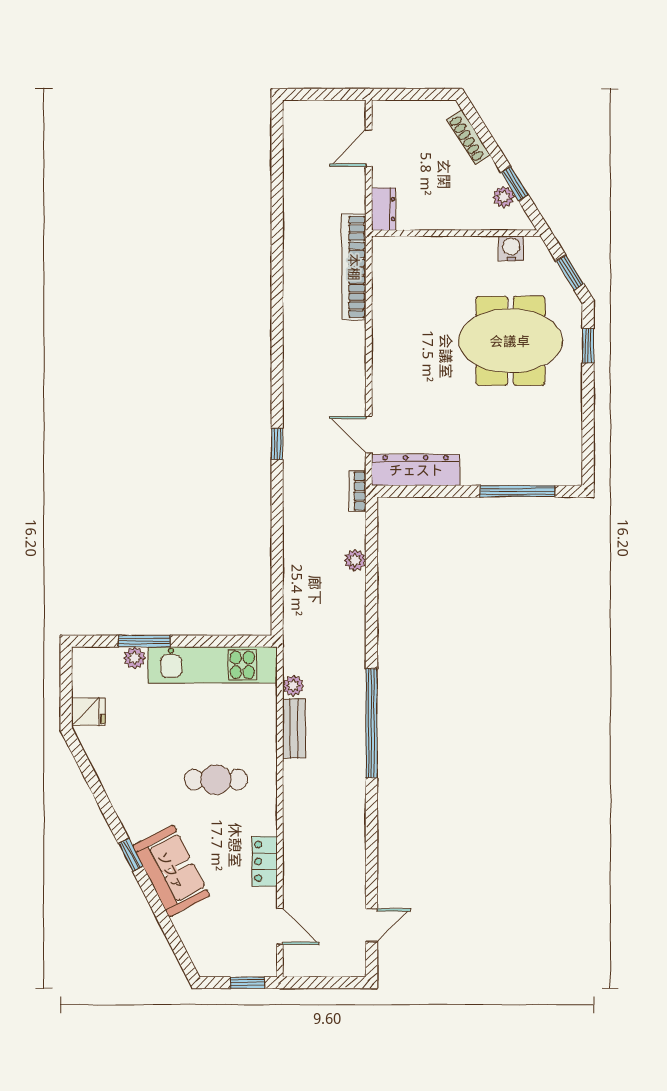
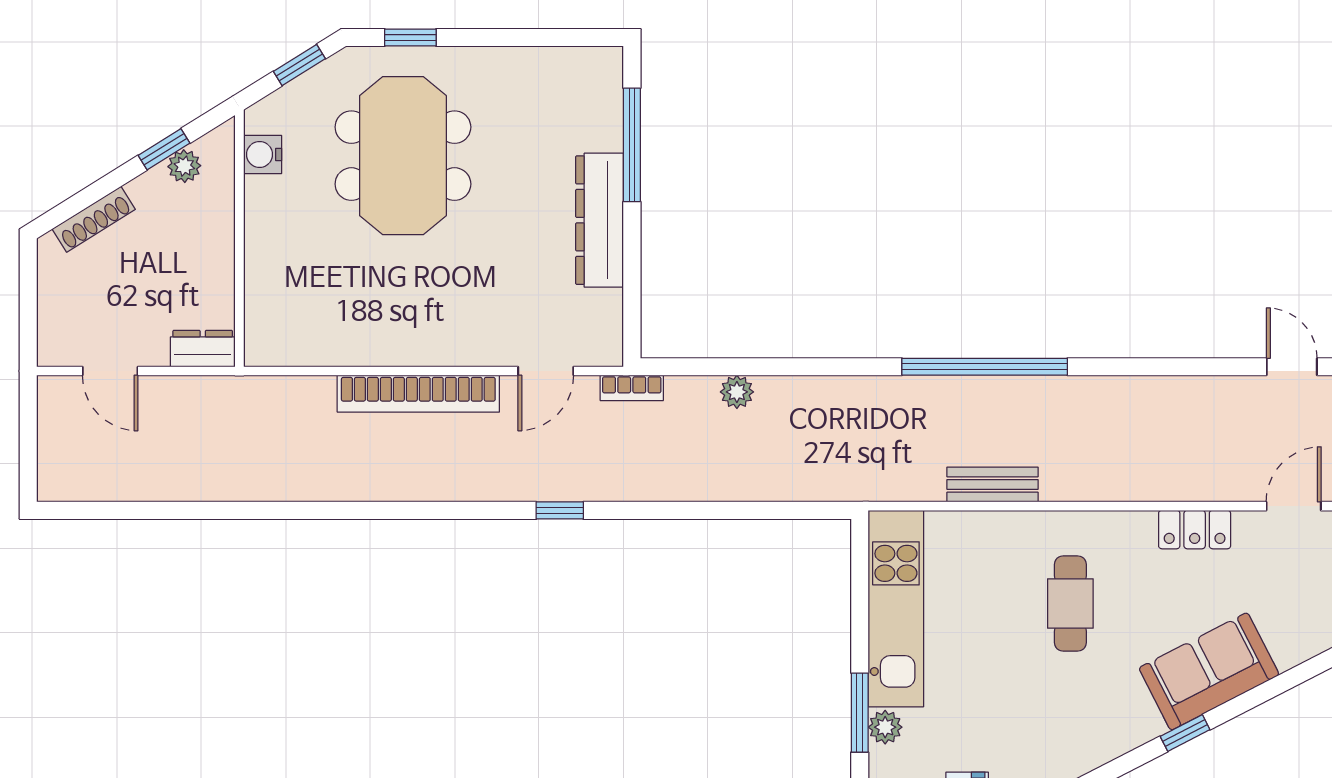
bookcase: (354, 267) -> (418, 394), moved
dresser: (416, 470) -> (600, 220), moved
plant: (293, 686) -> (928, 486), removed

